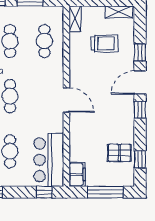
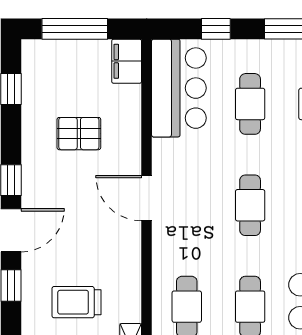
pallet: (119, 153) -> (79, 134), moved
window: (44, 192) -> (216, 29), moved

